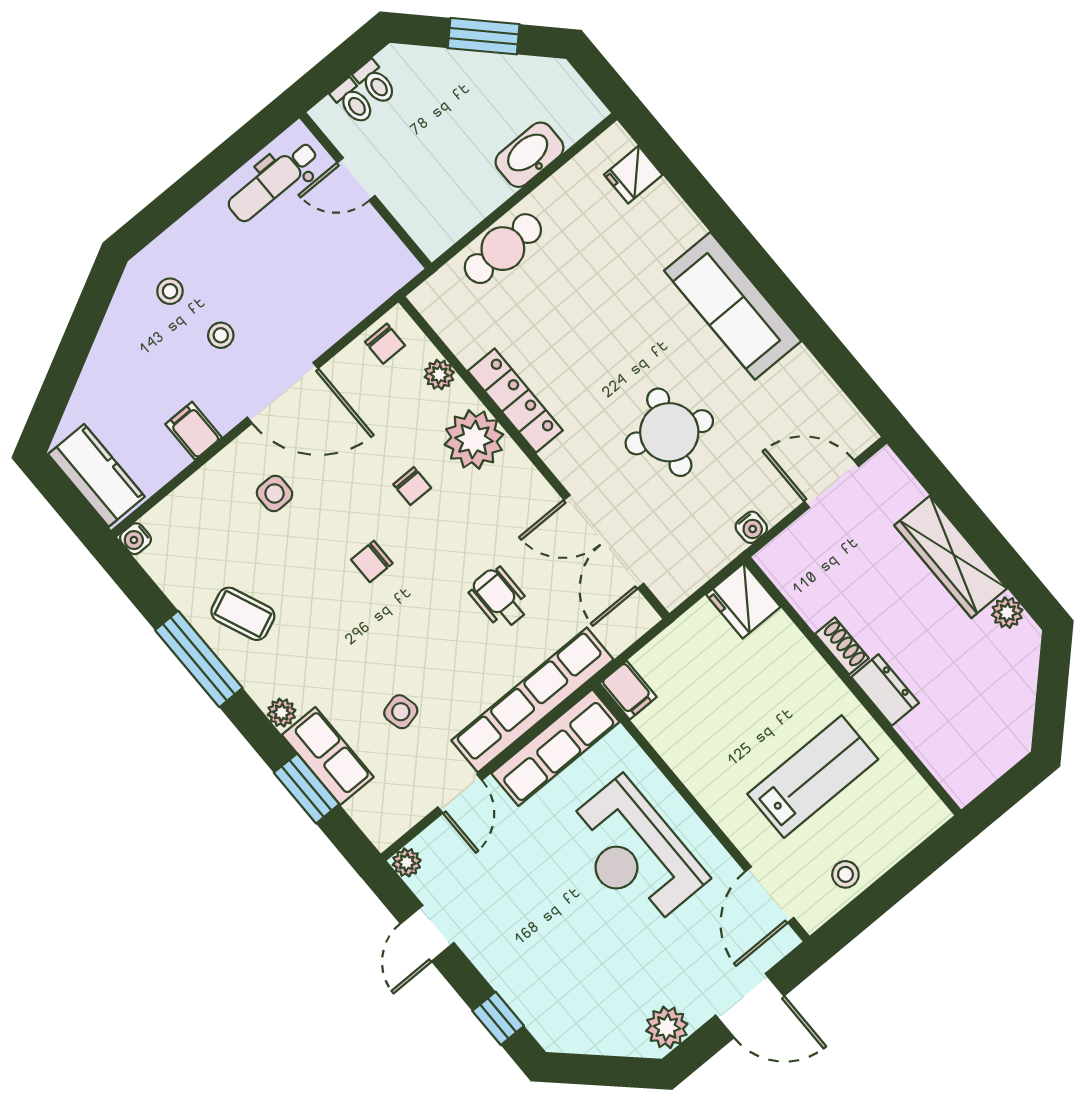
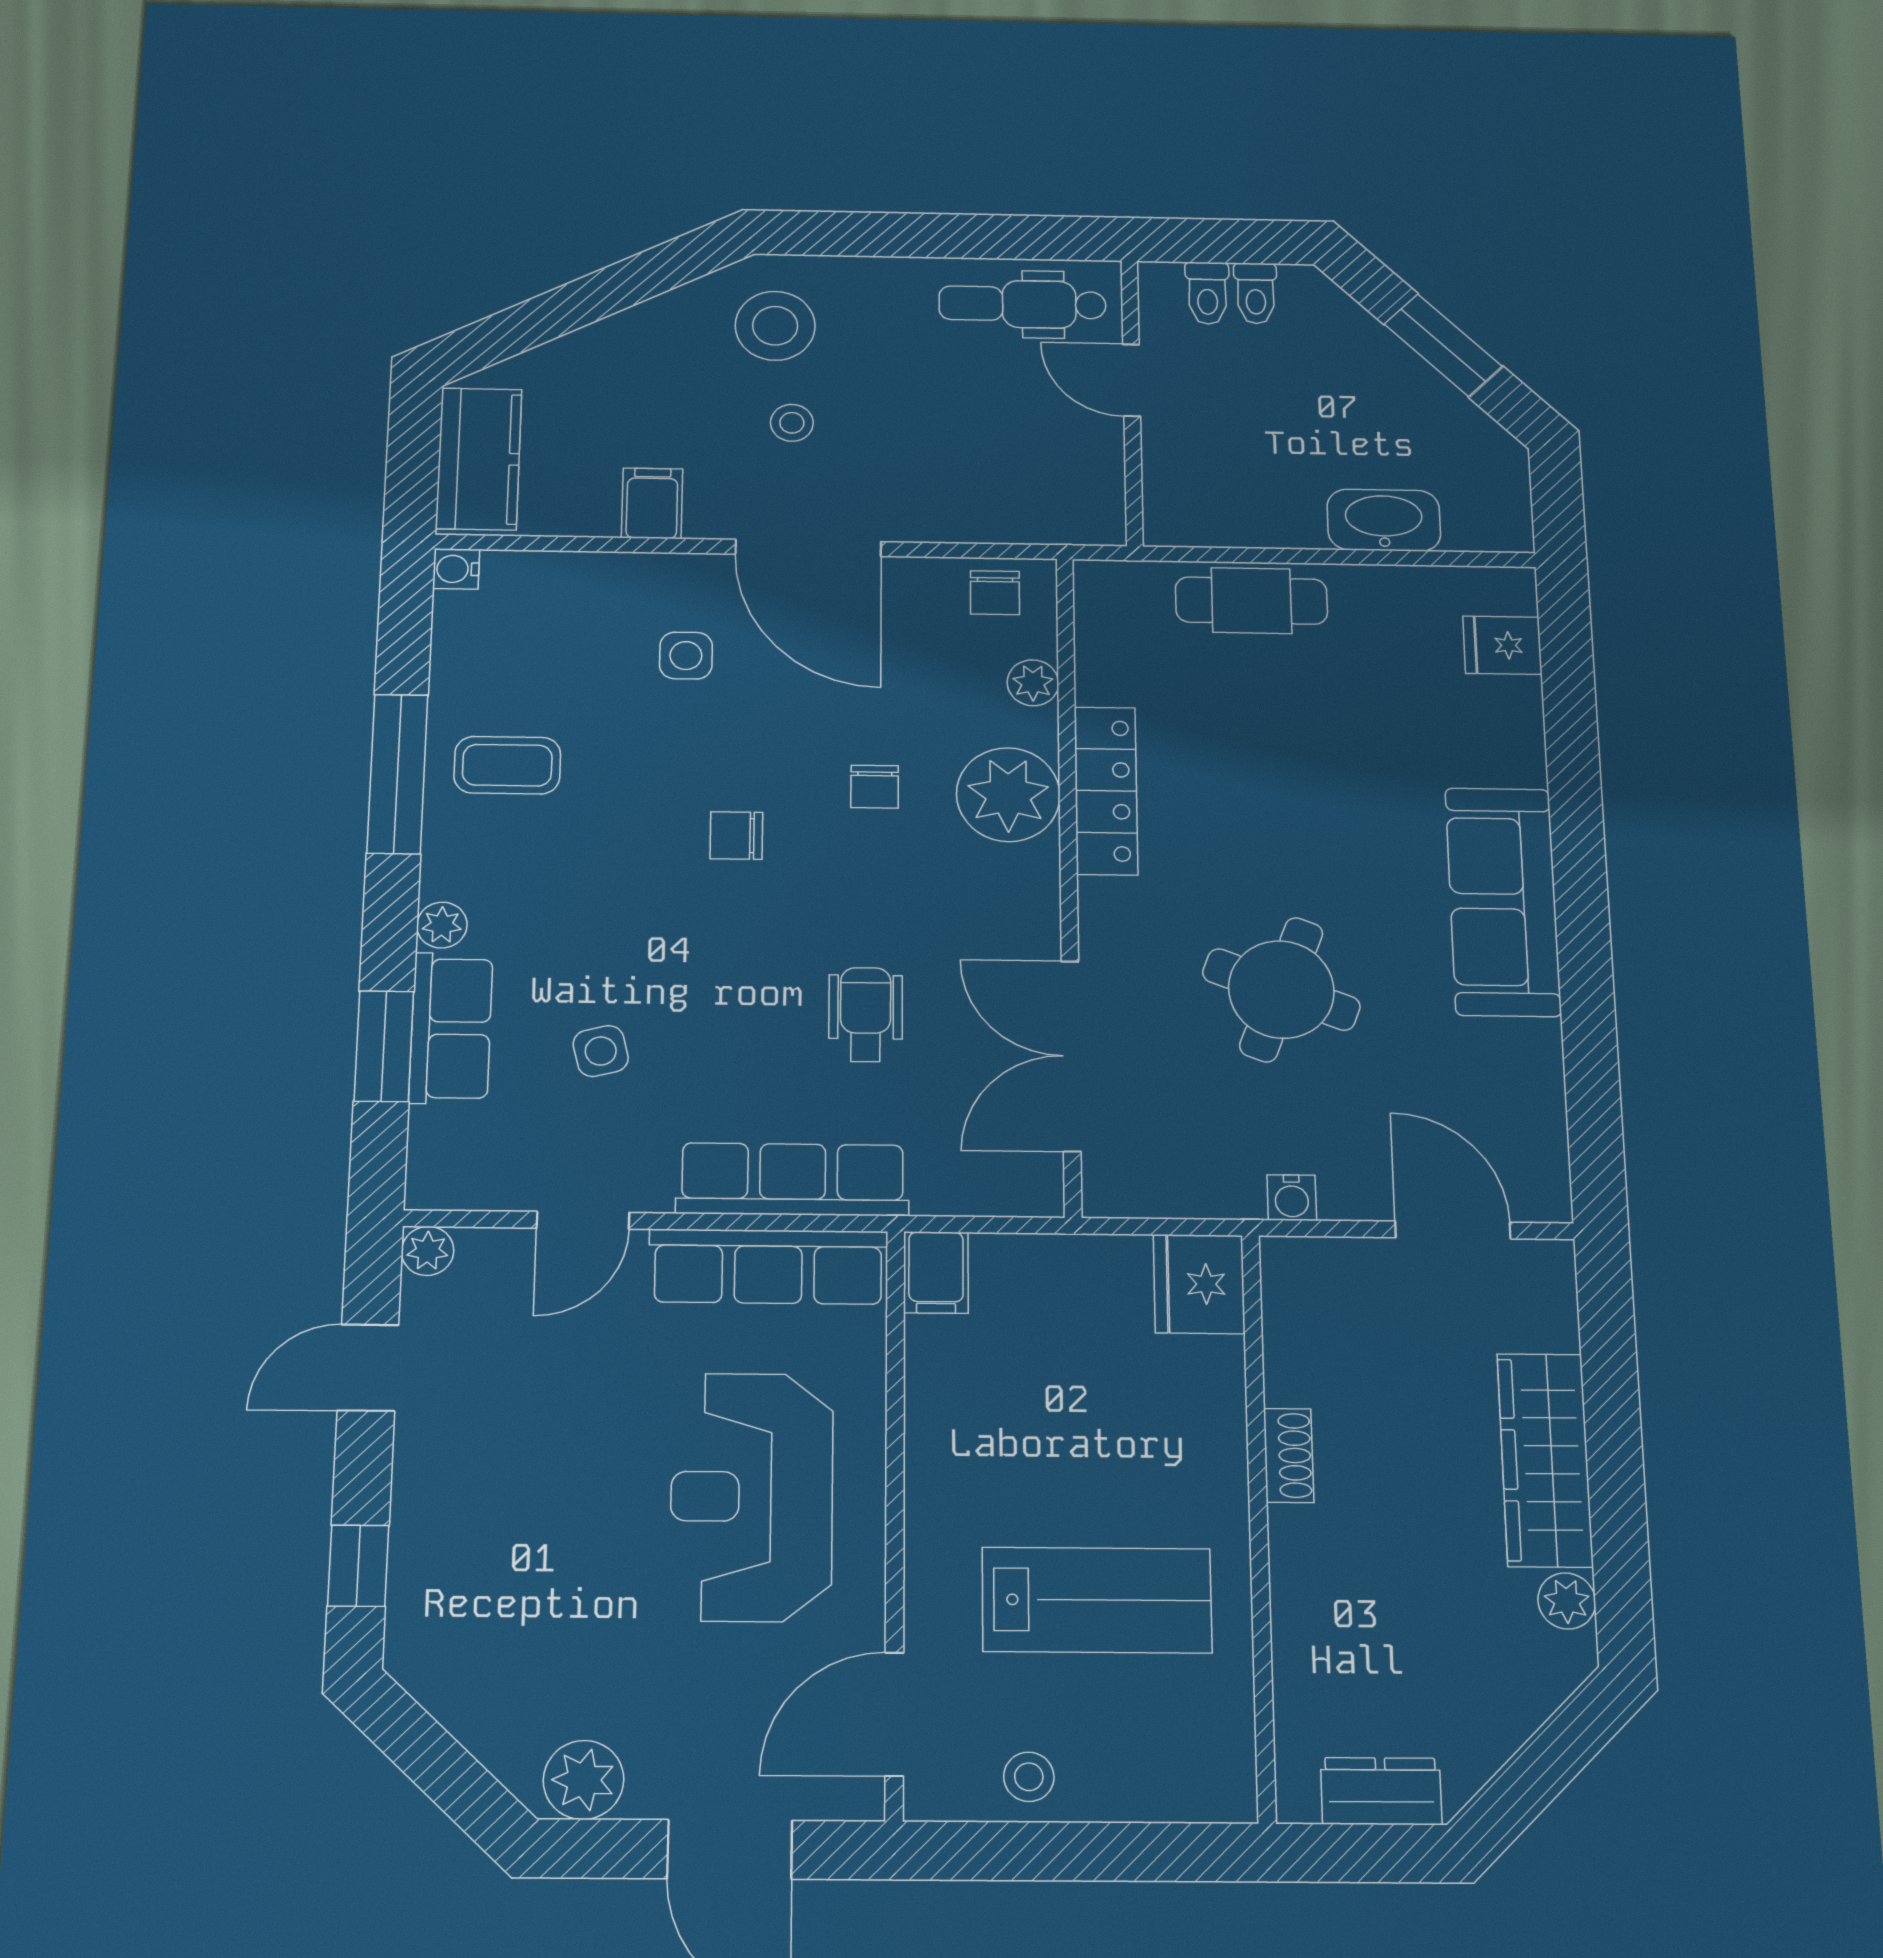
stool: (170, 291) -> (775, 326), width x1.89, depth x1.89
coffee table: (243, 614) -> (507, 765), turned -67
dresser: (885, 690) -> (1381, 1791), moved, turned -90
row of seats: (532, 700) -> (793, 1179), width x0.73

